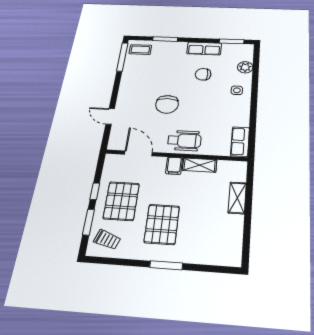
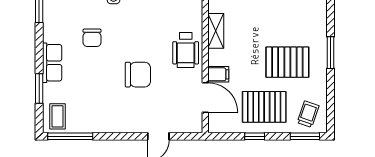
row of seats: (204, 48) -> (52, 63), moved
wheelchair: (184, 141) -> (186, 50), turned 180
door: (138, 153) -> (205, 98), swing flipped
filing cabinet: (174, 166) -> (218, 74), moved
window: (88, 222) -> (305, 136), moved

